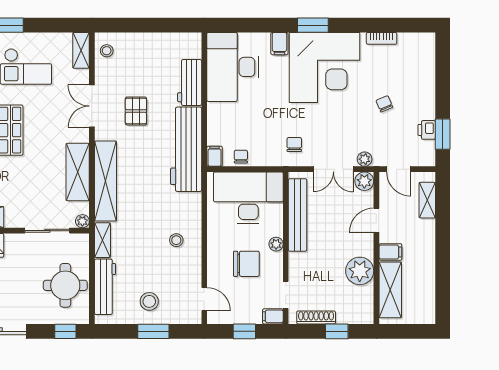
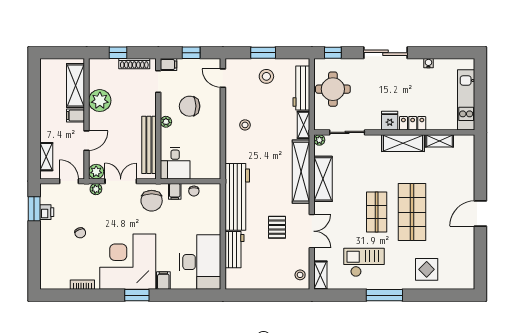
chair: (294, 144) -> (152, 201), width x1.87, depth x1.87
filing cabinet: (215, 156) -> (175, 191), moved
desk: (248, 198) -> (175, 163), width x0.53, depth x0.77

